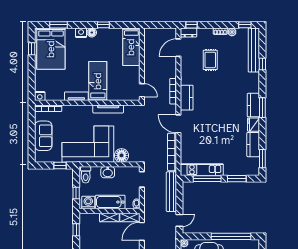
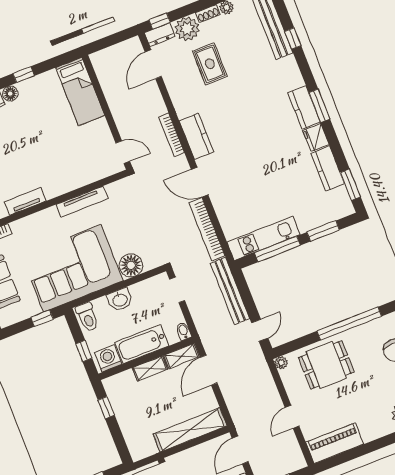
plant: (205, 35) -> (187, 29), added
bed: (98, 81) -> (49, 165), removed

